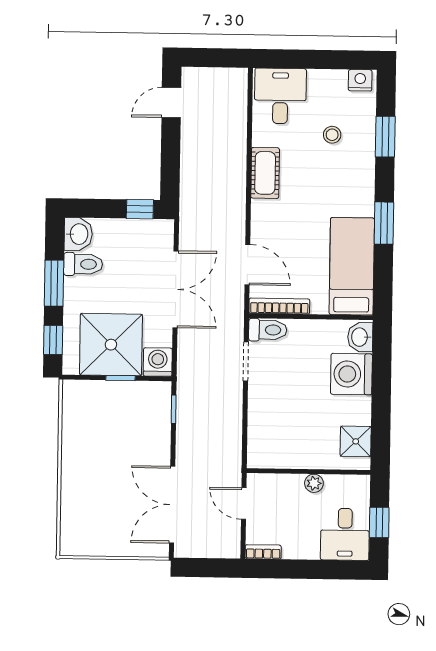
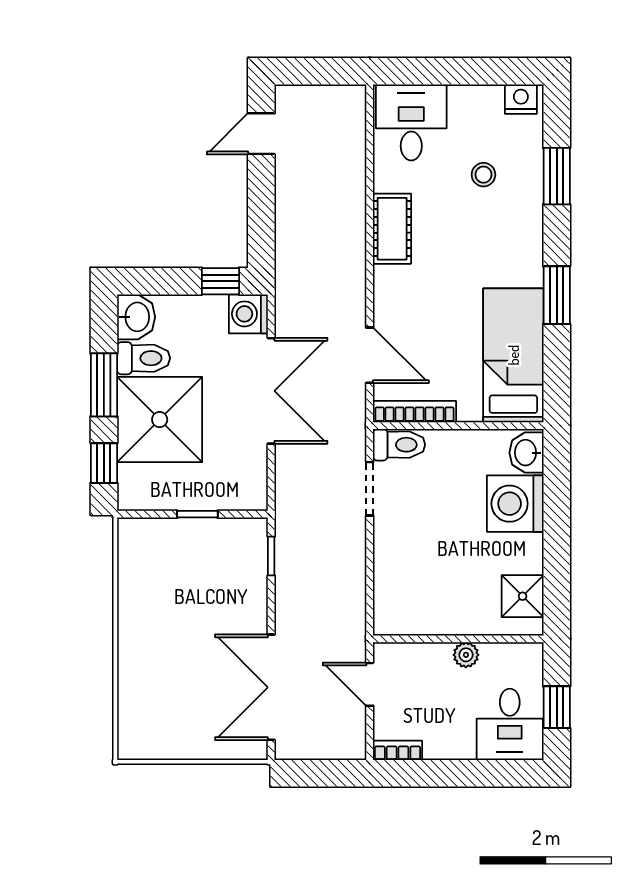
shower: (111, 345) -> (160, 420), moved
washing machine: (158, 362) -> (248, 314), moved, turned -90

